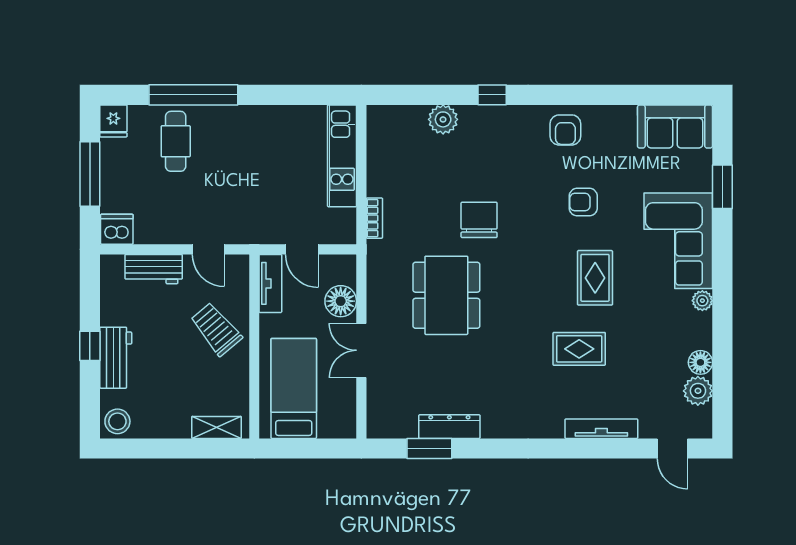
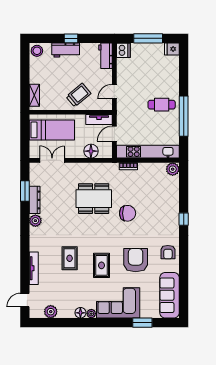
window: (193, 95) -> (184, 116), moved
plant: (443, 119) -> (173, 169), moved
sofa: (675, 127) -> (169, 295), width x1.36
armchair: (565, 130) -> (168, 252), turned -90
cafe table: (176, 141) -> (162, 105), moved
kitchen unit: (342, 156) -> (148, 152), width x1.36
armchair: (583, 202) -> (136, 260), width x1.88, depth x1.88
workbench: (154, 269) -> (105, 56), moved
rug: (595, 278) -> (101, 265), turned 90
double door: (361, 350) -> (52, 160), moved
floor lamp: (700, 362) -> (80, 313), moved
plant: (495, 425) -> (35, 221), added

